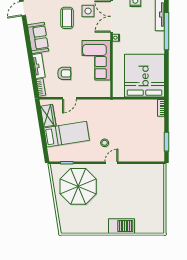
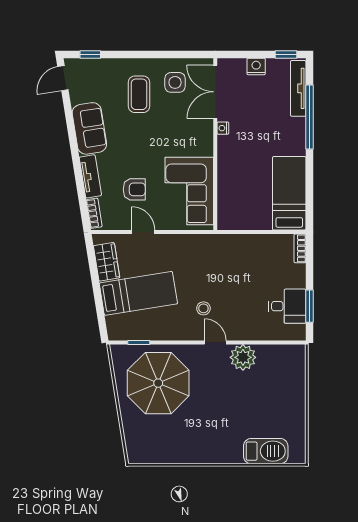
corner sofa: (96, 60) -> (189, 191), moved
bed: (145, 76) -> (289, 193), width x0.49
door: (69, 98) -> (143, 232), swing flipped
desk: (153, 142) -> (287, 306), added
door: (111, 163) -> (215, 342), hinge flipped
plant: (128, 171) -> (243, 357), added
barbecue: (121, 226) -> (266, 451), moved

